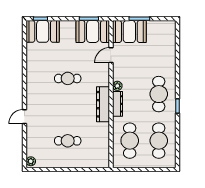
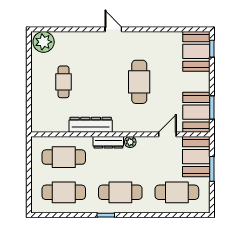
cafe table: (159, 47) -> (177, 192), added
door: (111, 55) -> (167, 134), hinge flipped
cafe table: (68, 78) -> (139, 82), width x1.37, depth x1.35
dresser: (103, 104) -> (91, 125), moved
door: (24, 117) -> (113, 29), moved
plant: (31, 161) -> (44, 42), width x1.88, depth x1.88

